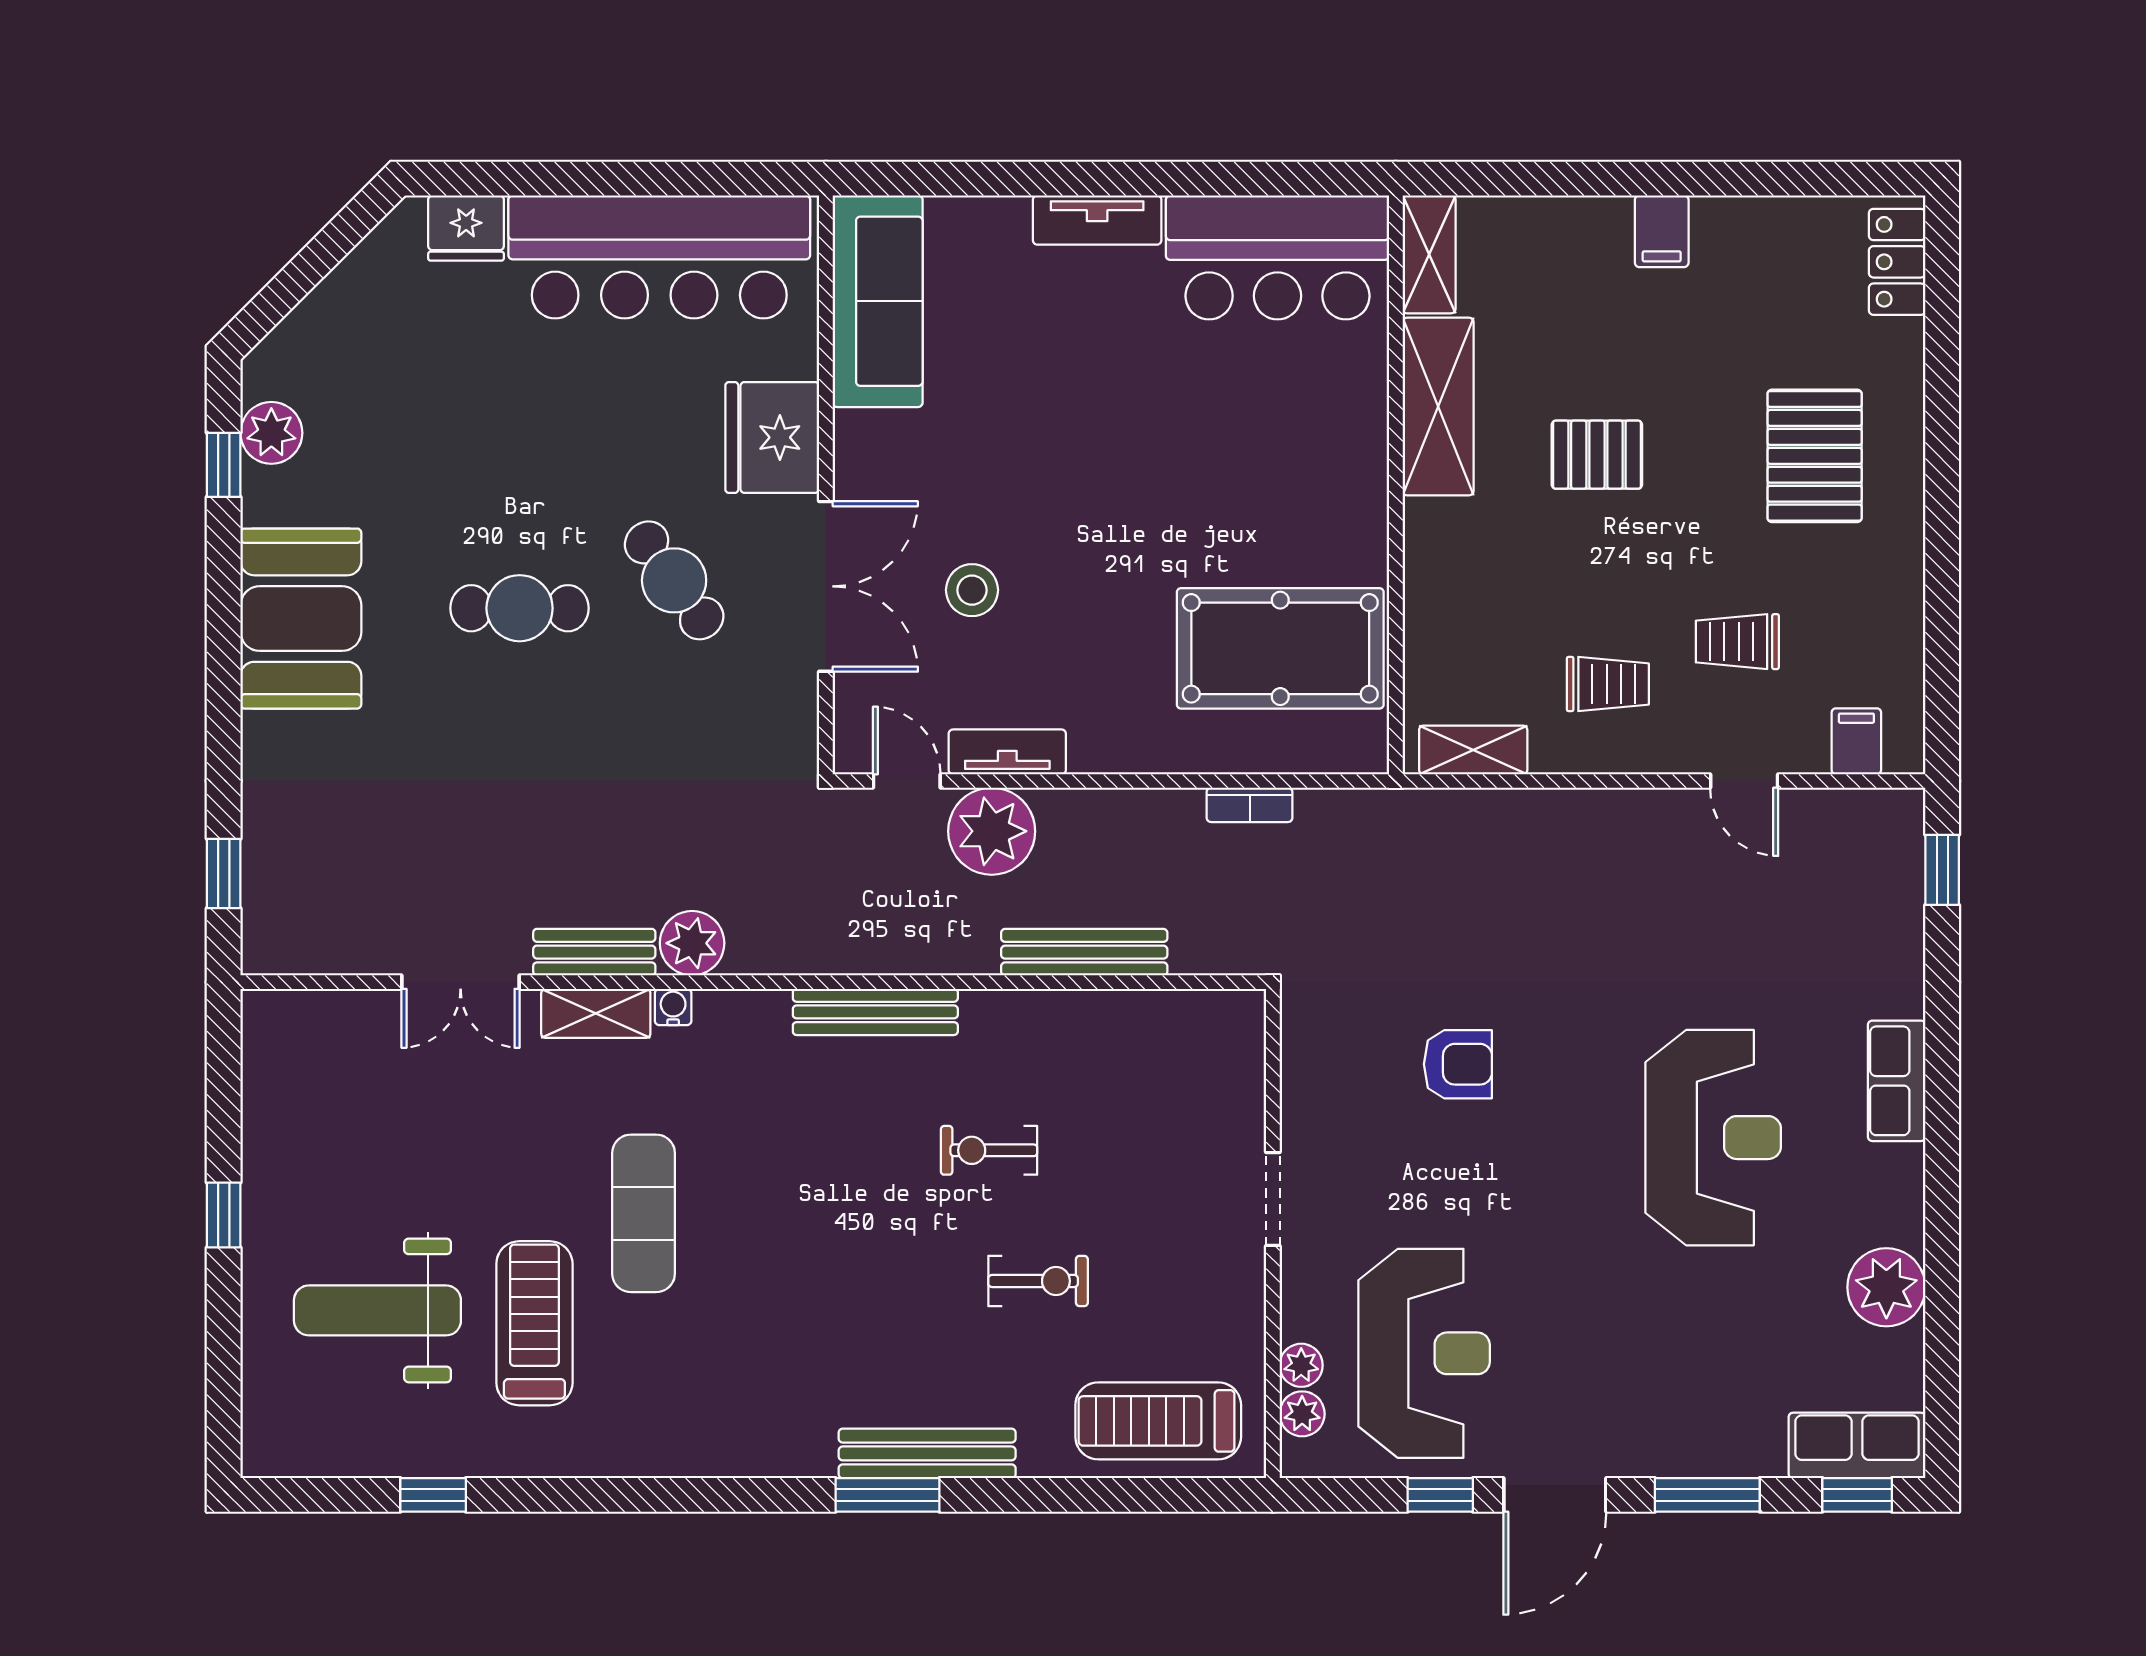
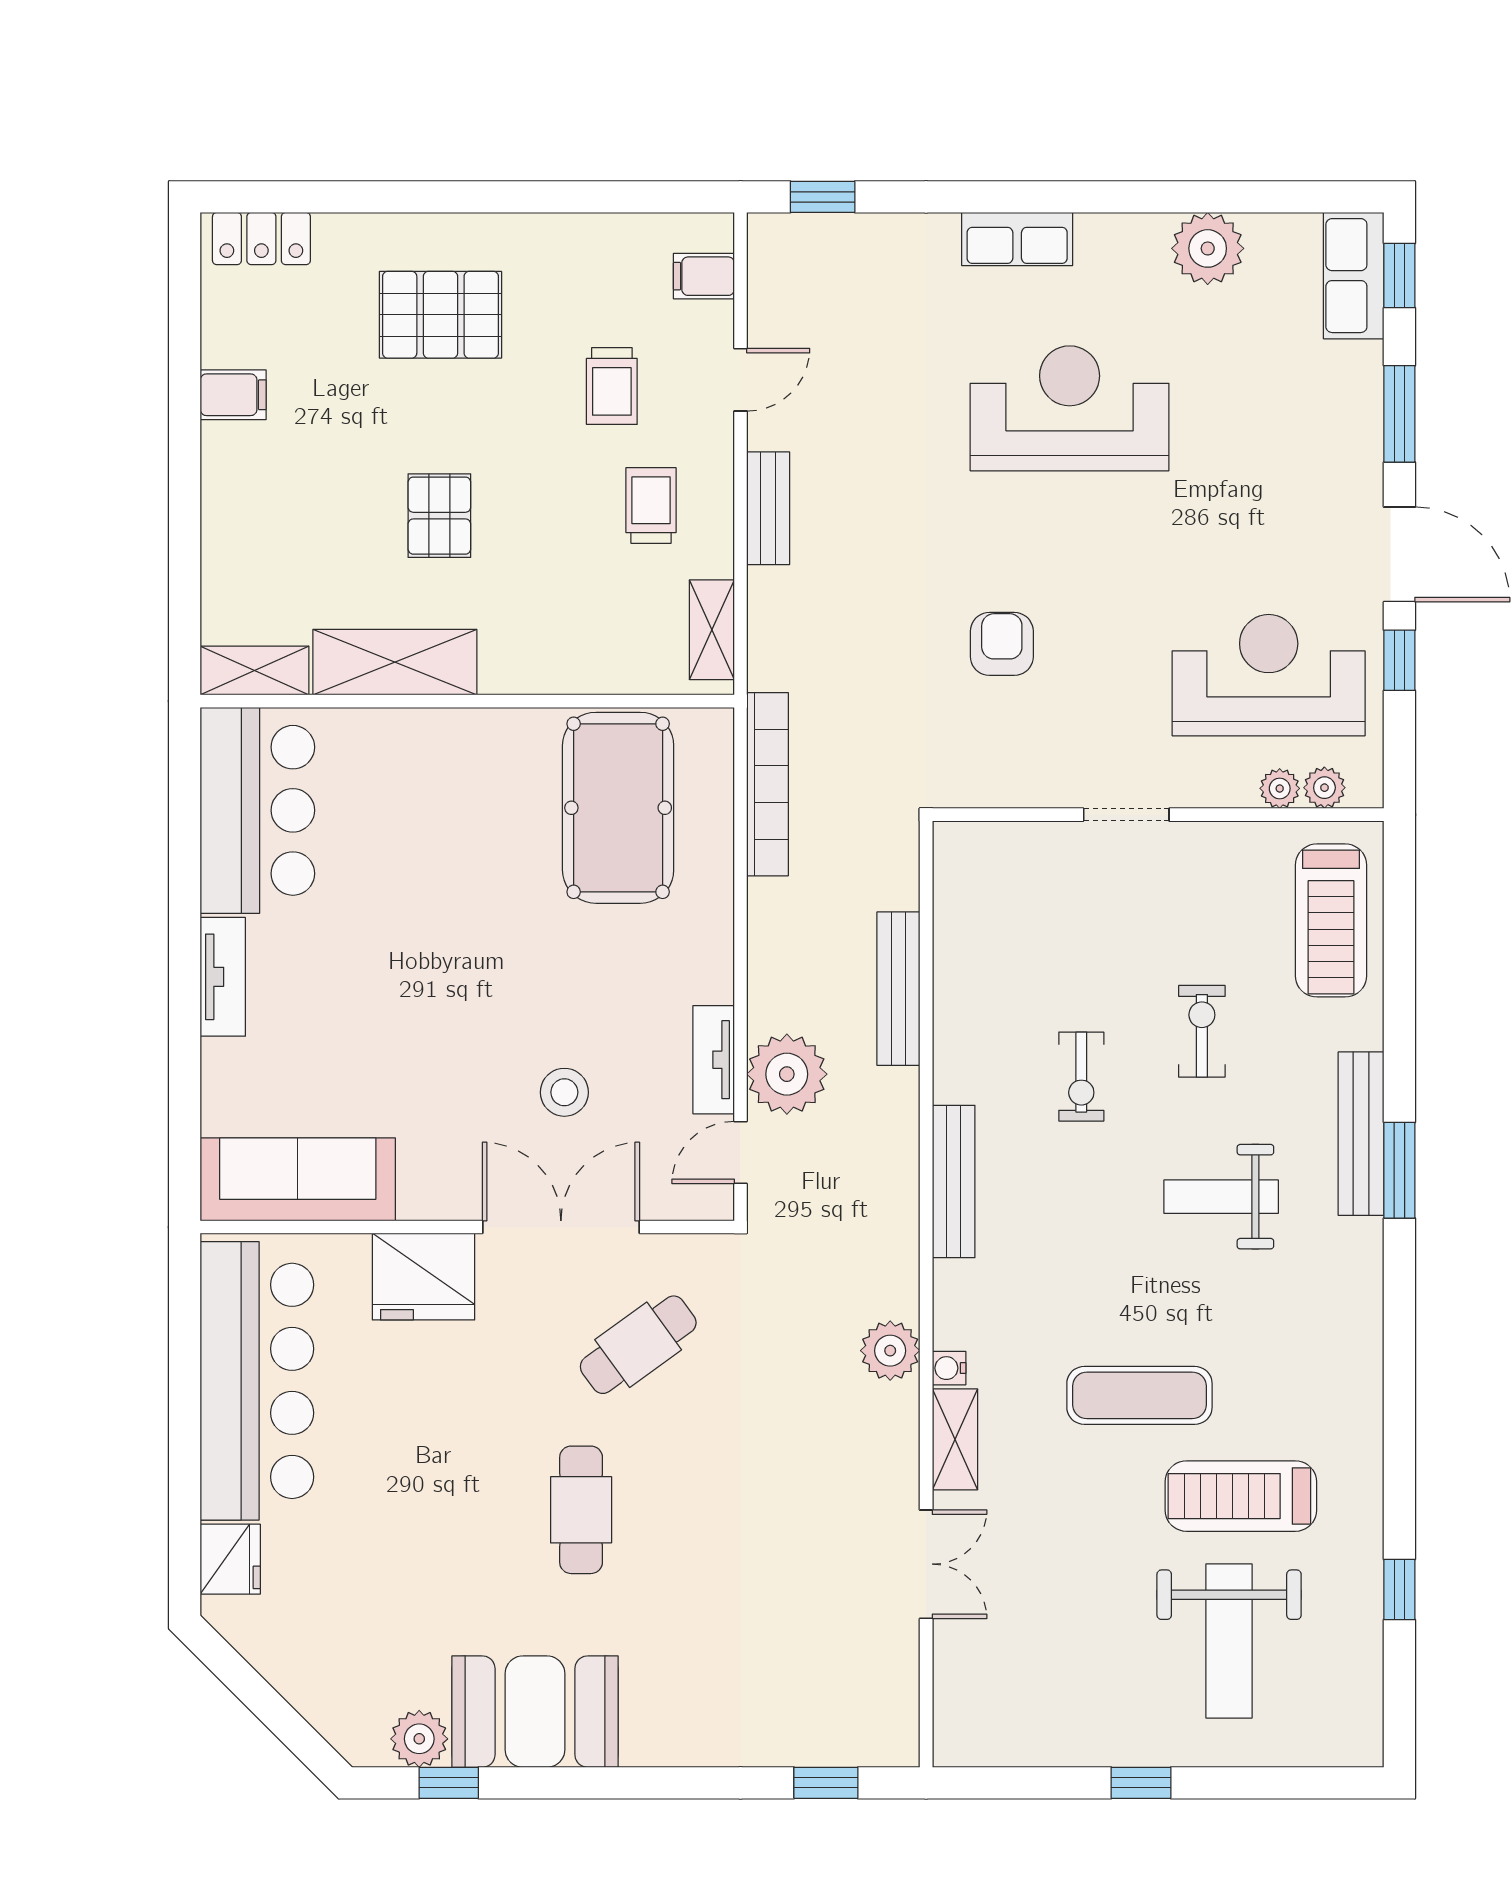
filing cabinet: (1662, 231) -> (233, 395), moved
cafe table: (674, 580) -> (638, 1345), moved
booth: (301, 619) -> (535, 1712), moved
bookcase: (1250, 805) -> (767, 784), width x2.31, depth x1.31
bench: (594, 952) -> (768, 508), moved
weight bench: (859, 1302) -> (1221, 1197), added

